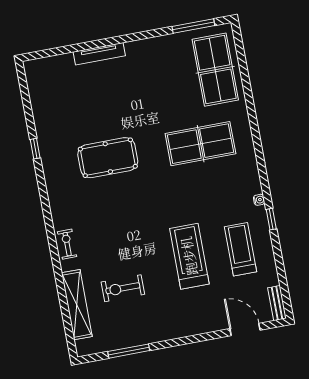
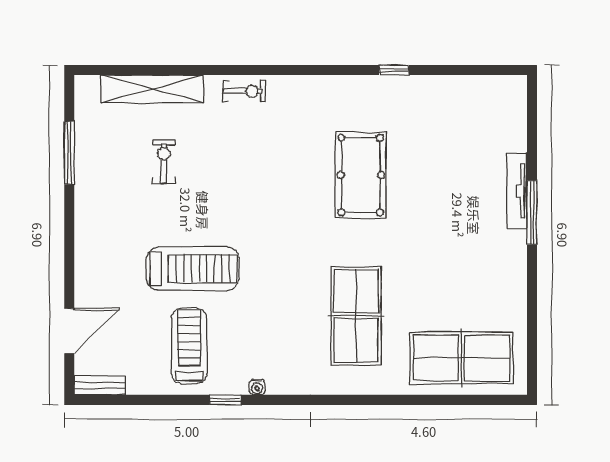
window: (193, 26) -> (532, 212), moved
treadmill: (240, 249) -> (189, 346), turned -90
exercise bike: (123, 288) -> (164, 161), width x0.73, depth x0.72

